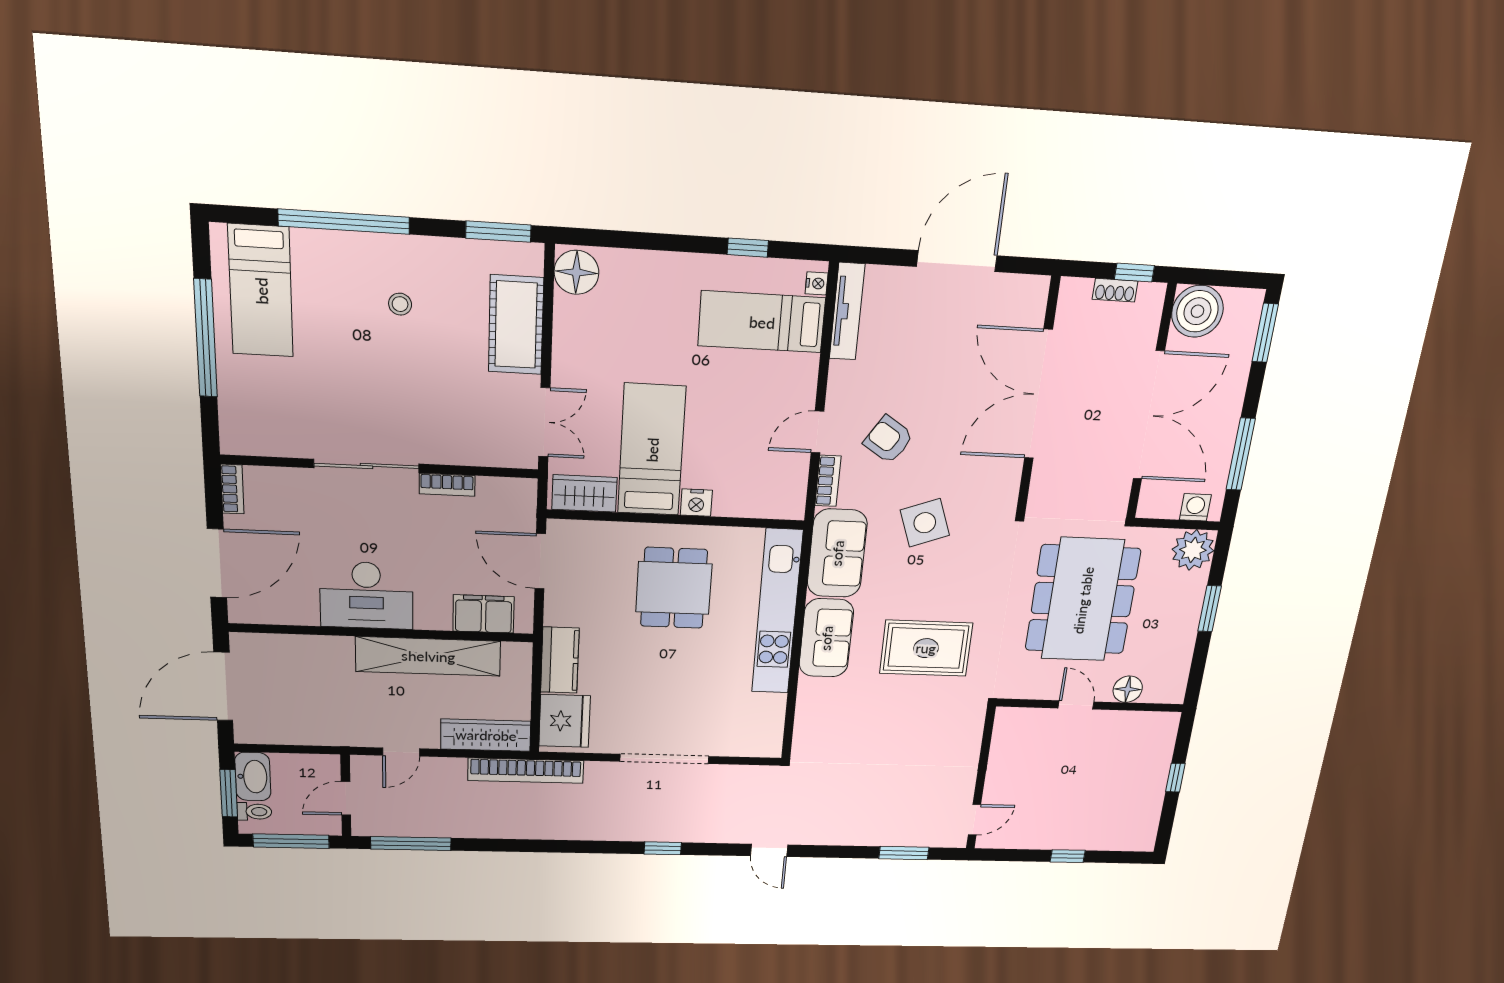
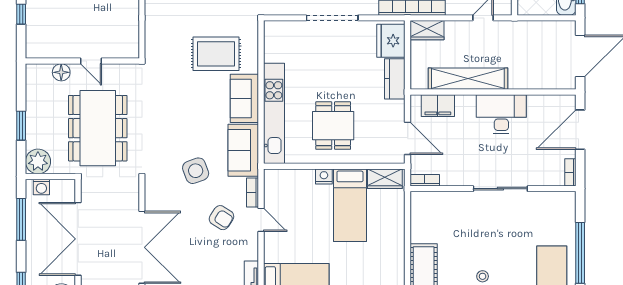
double door: (544, 422) -> (408, 218), removed
door: (817, 432) -> (261, 220), hinge flipped
bookcase: (447, 485) -> (425, 180), moved
rug: (926, 648) -> (216, 54), moved
wardrobe: (486, 735) -> (427, 30), width x0.67

